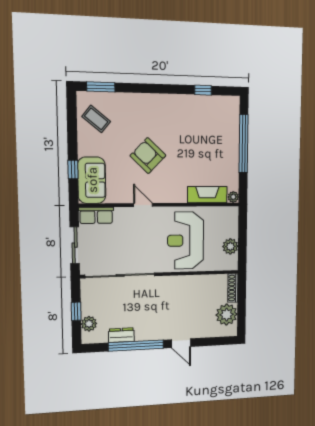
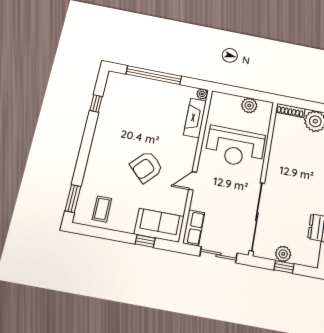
coffee table: (96, 119) -> (102, 209), turned -39
plant: (89, 324) -> (283, 254), moved

